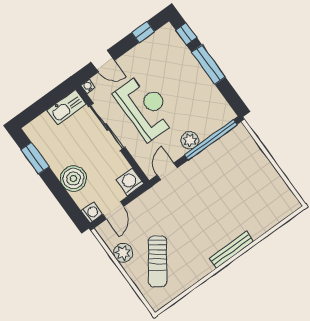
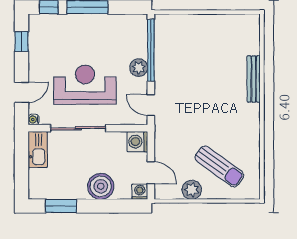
bench: (231, 250) -> (254, 79), moved

